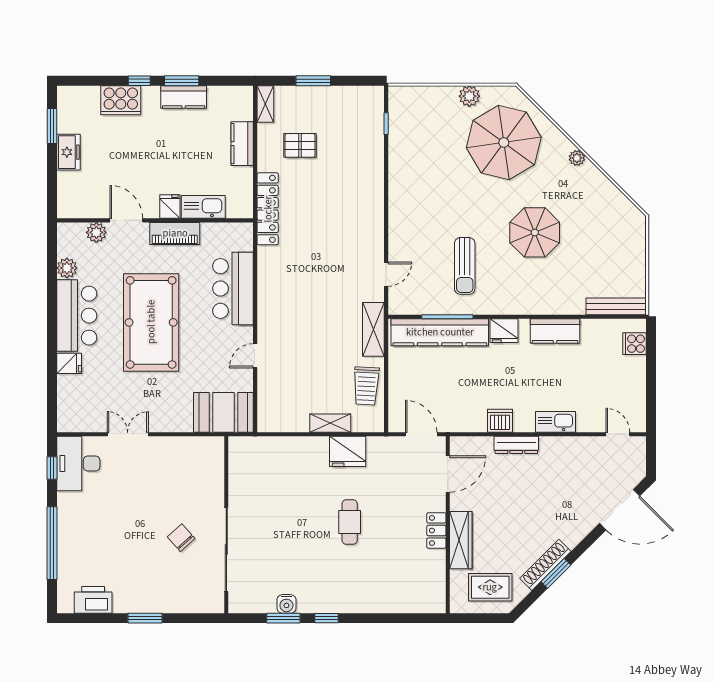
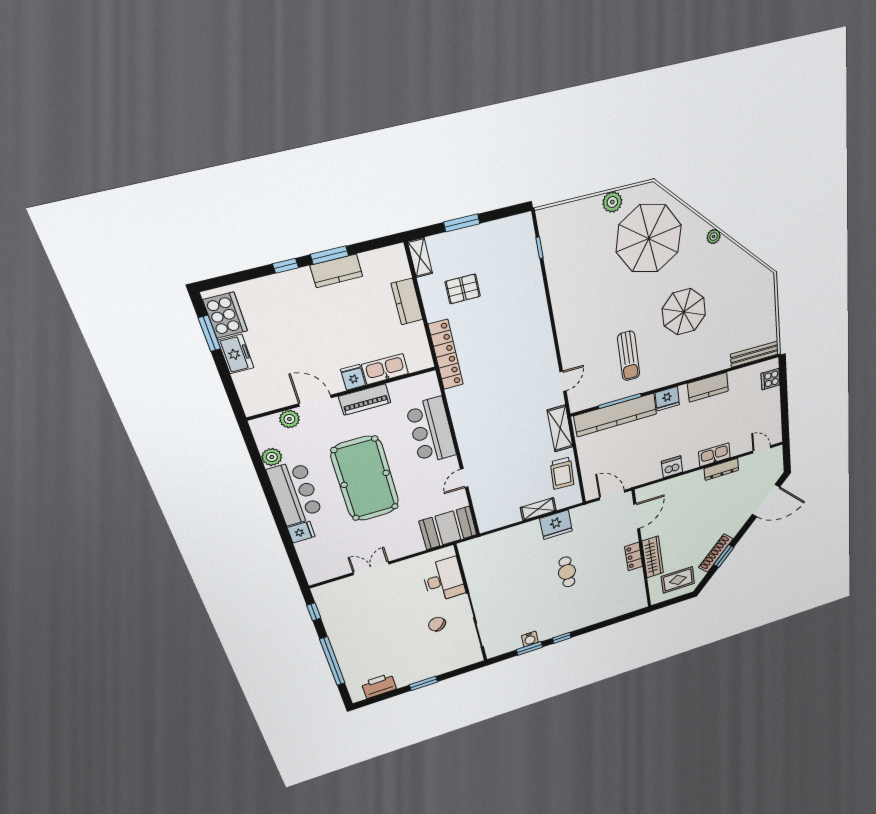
cooker: (121, 100) -> (225, 315), moved, turned -90
dresser: (516, 445) -> (721, 469), moved
desk: (78, 464) -> (444, 580), moved, turned 180

